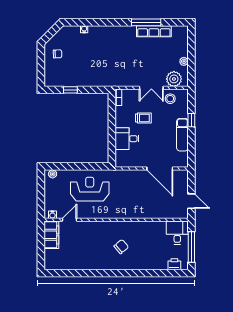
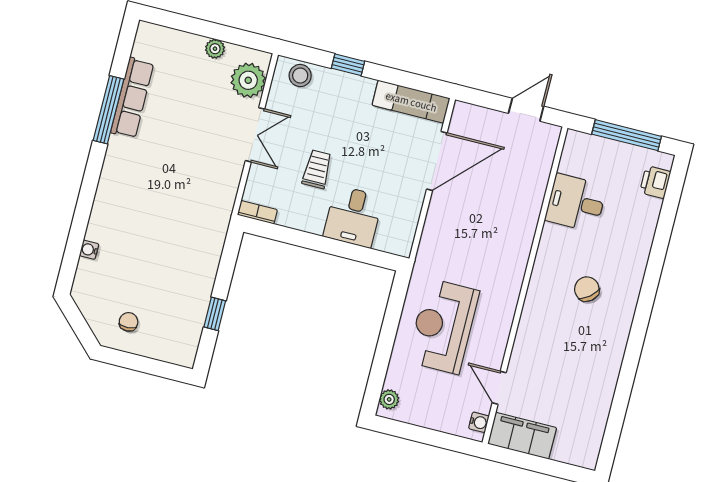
stool: (170, 99) -> (300, 76), moved
exam couch: (182, 135) -> (411, 102), moved
desk: (177, 233) -> (576, 203), moved

